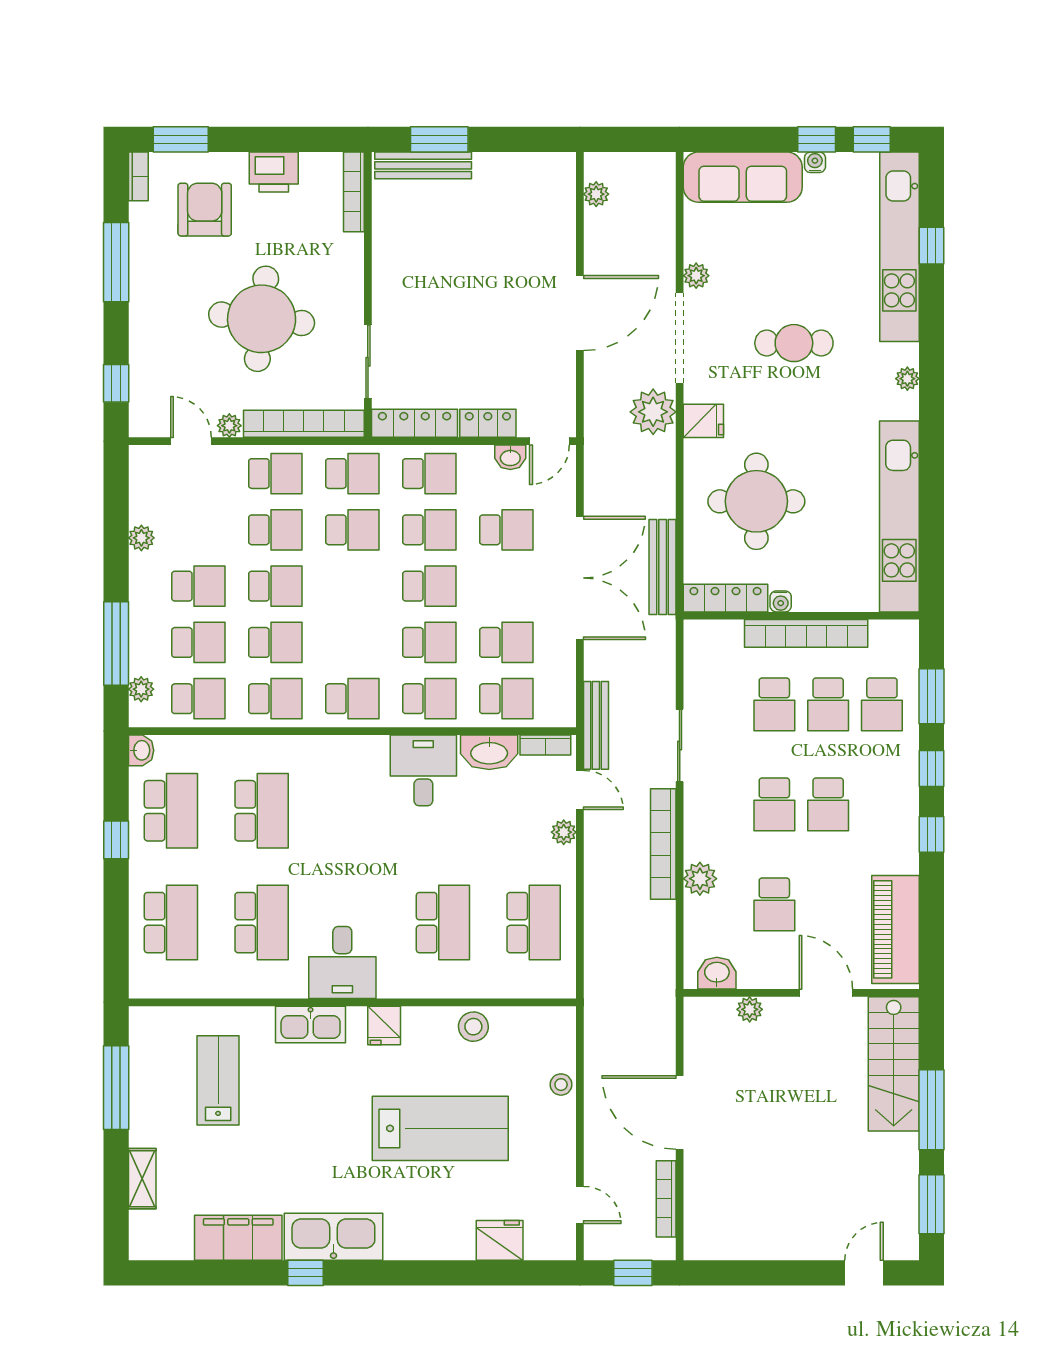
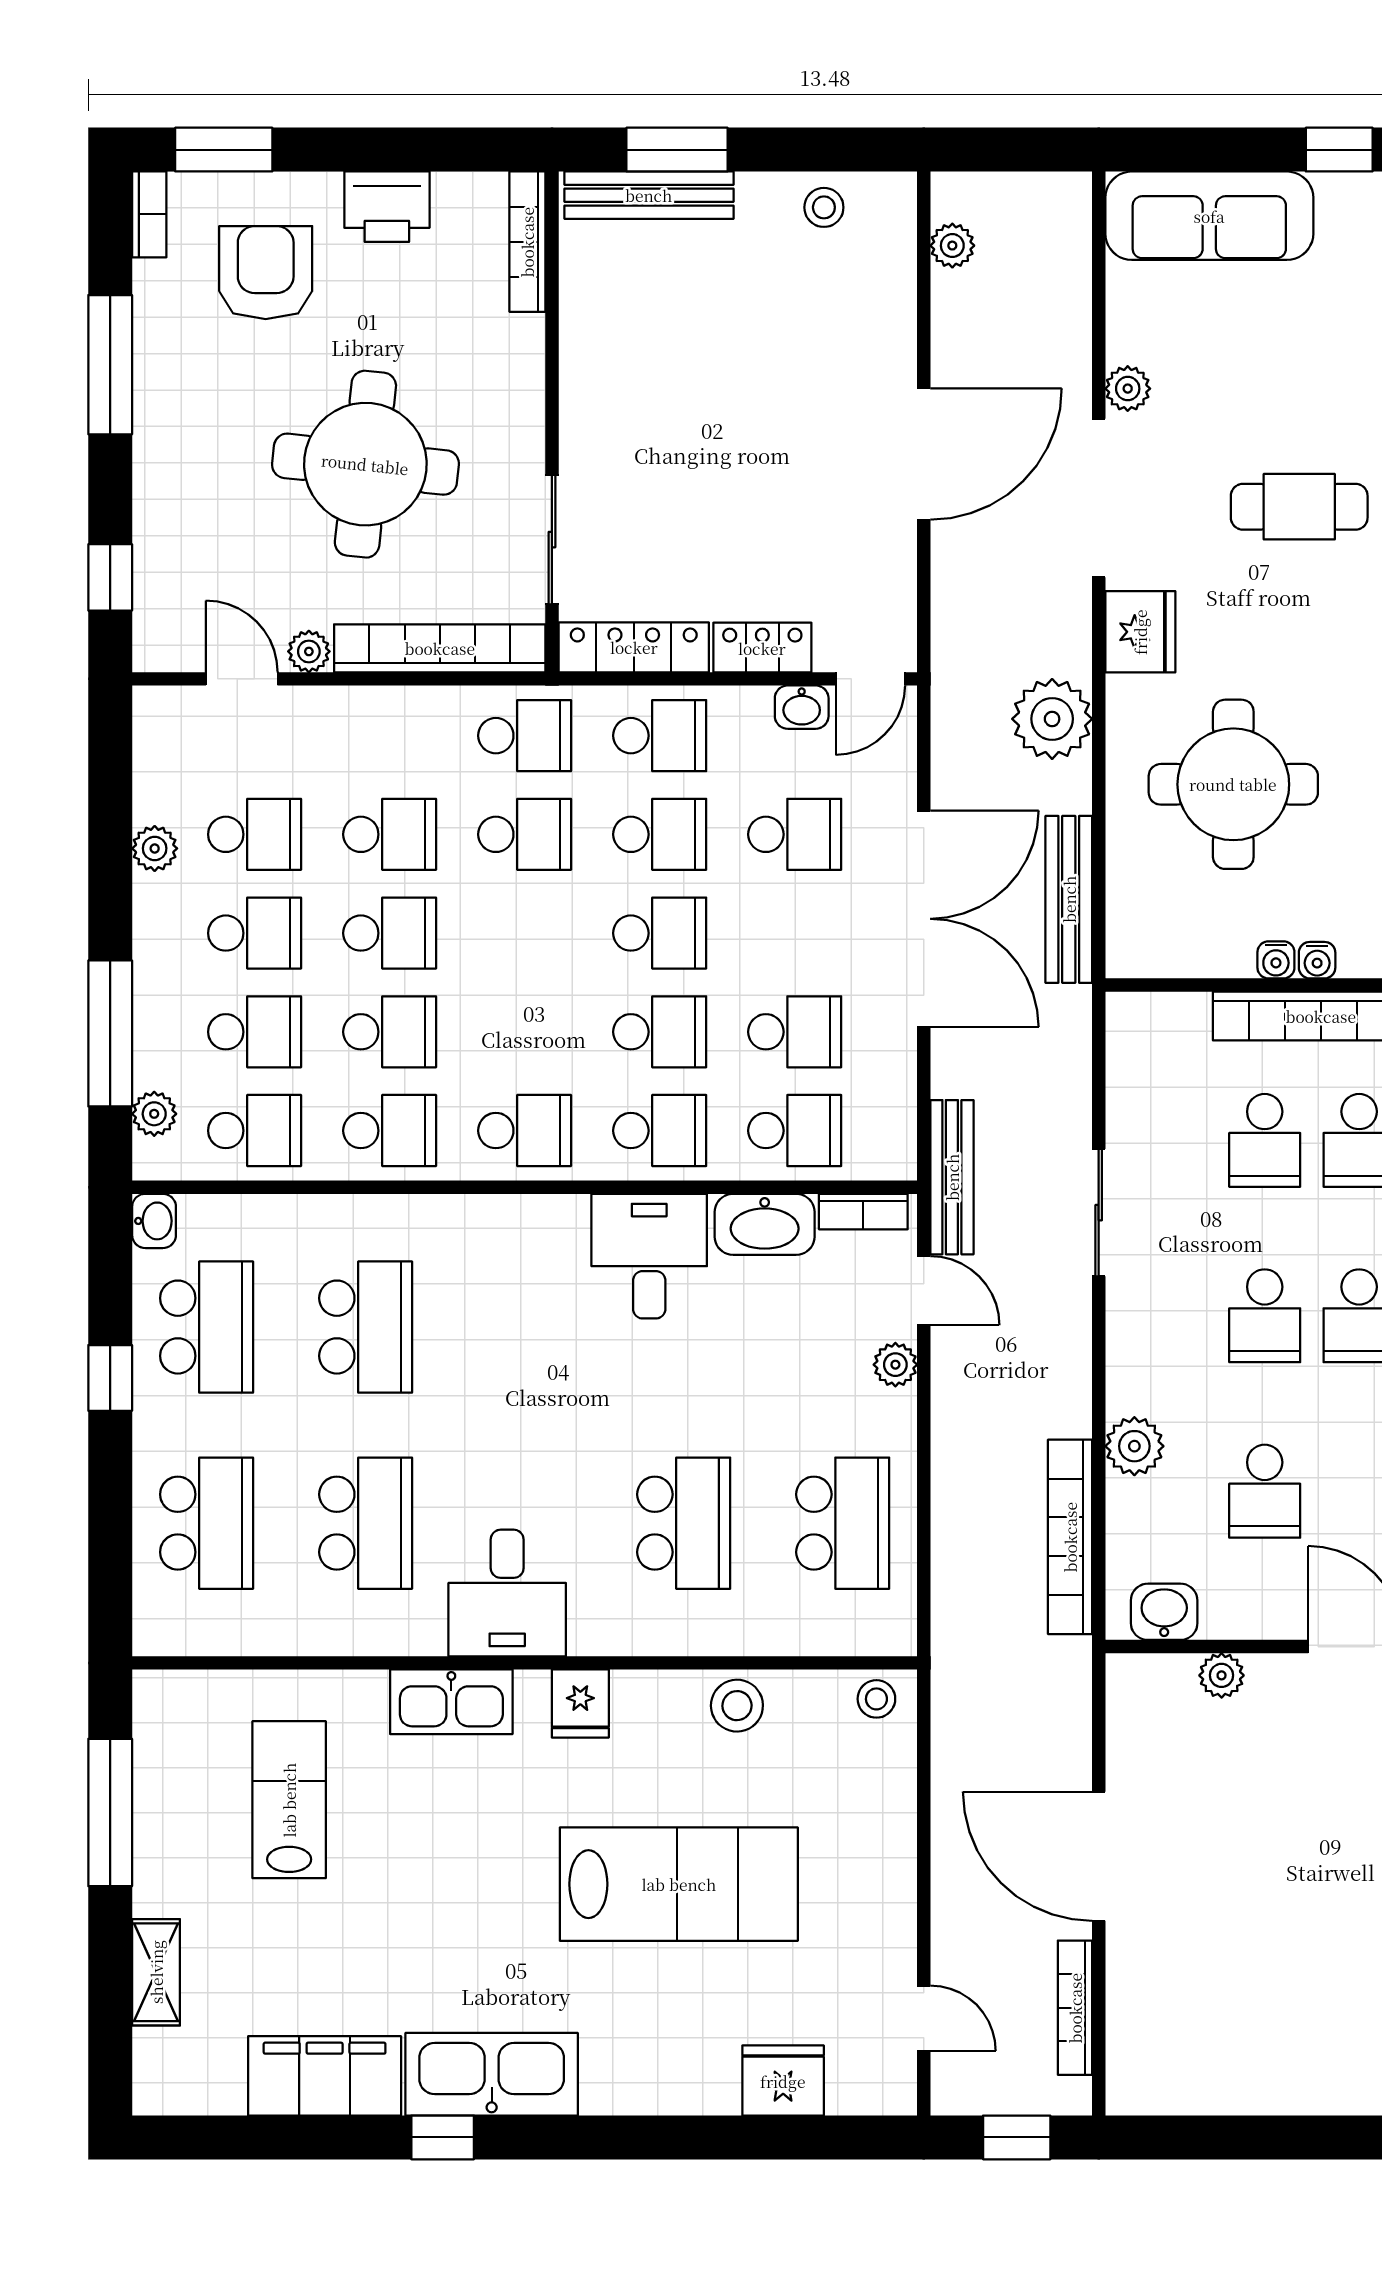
water cooler: (815, 162) -> (1317, 960), moved, turned 180
stool: (523, 172) -> (824, 207), added
plant: (653, 412) -> (1052, 719), moved
fridge: (703, 421) -> (1140, 632), width x1.38
school desk: (275, 474) -> (255, 834), moved
locker: (725, 598) -> (1179, 954), removed
bookcase: (663, 844) -> (1070, 1537), moved
stool: (561, 1085) -> (876, 1699), moved

